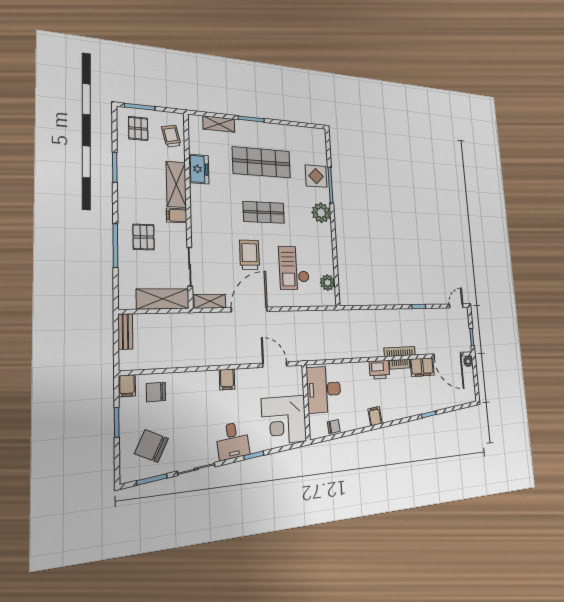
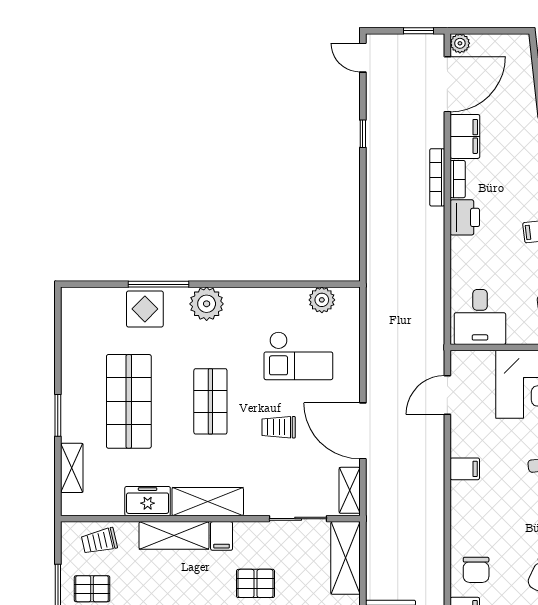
shelving: (200, 208) -> (208, 502), added
trolley: (250, 255) -> (279, 427), width x0.73, depth x0.72
desk: (324, 389) -> (480, 317), width x0.73

